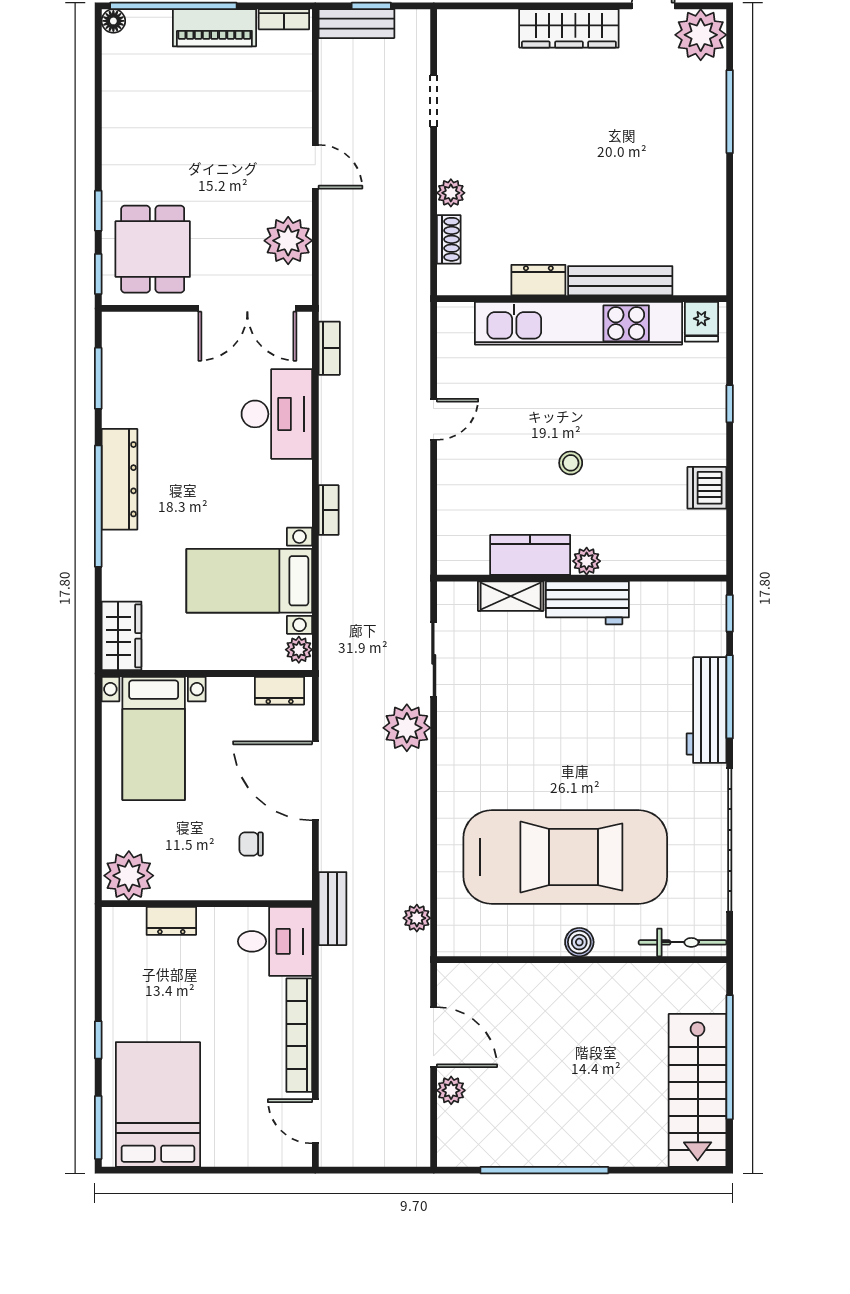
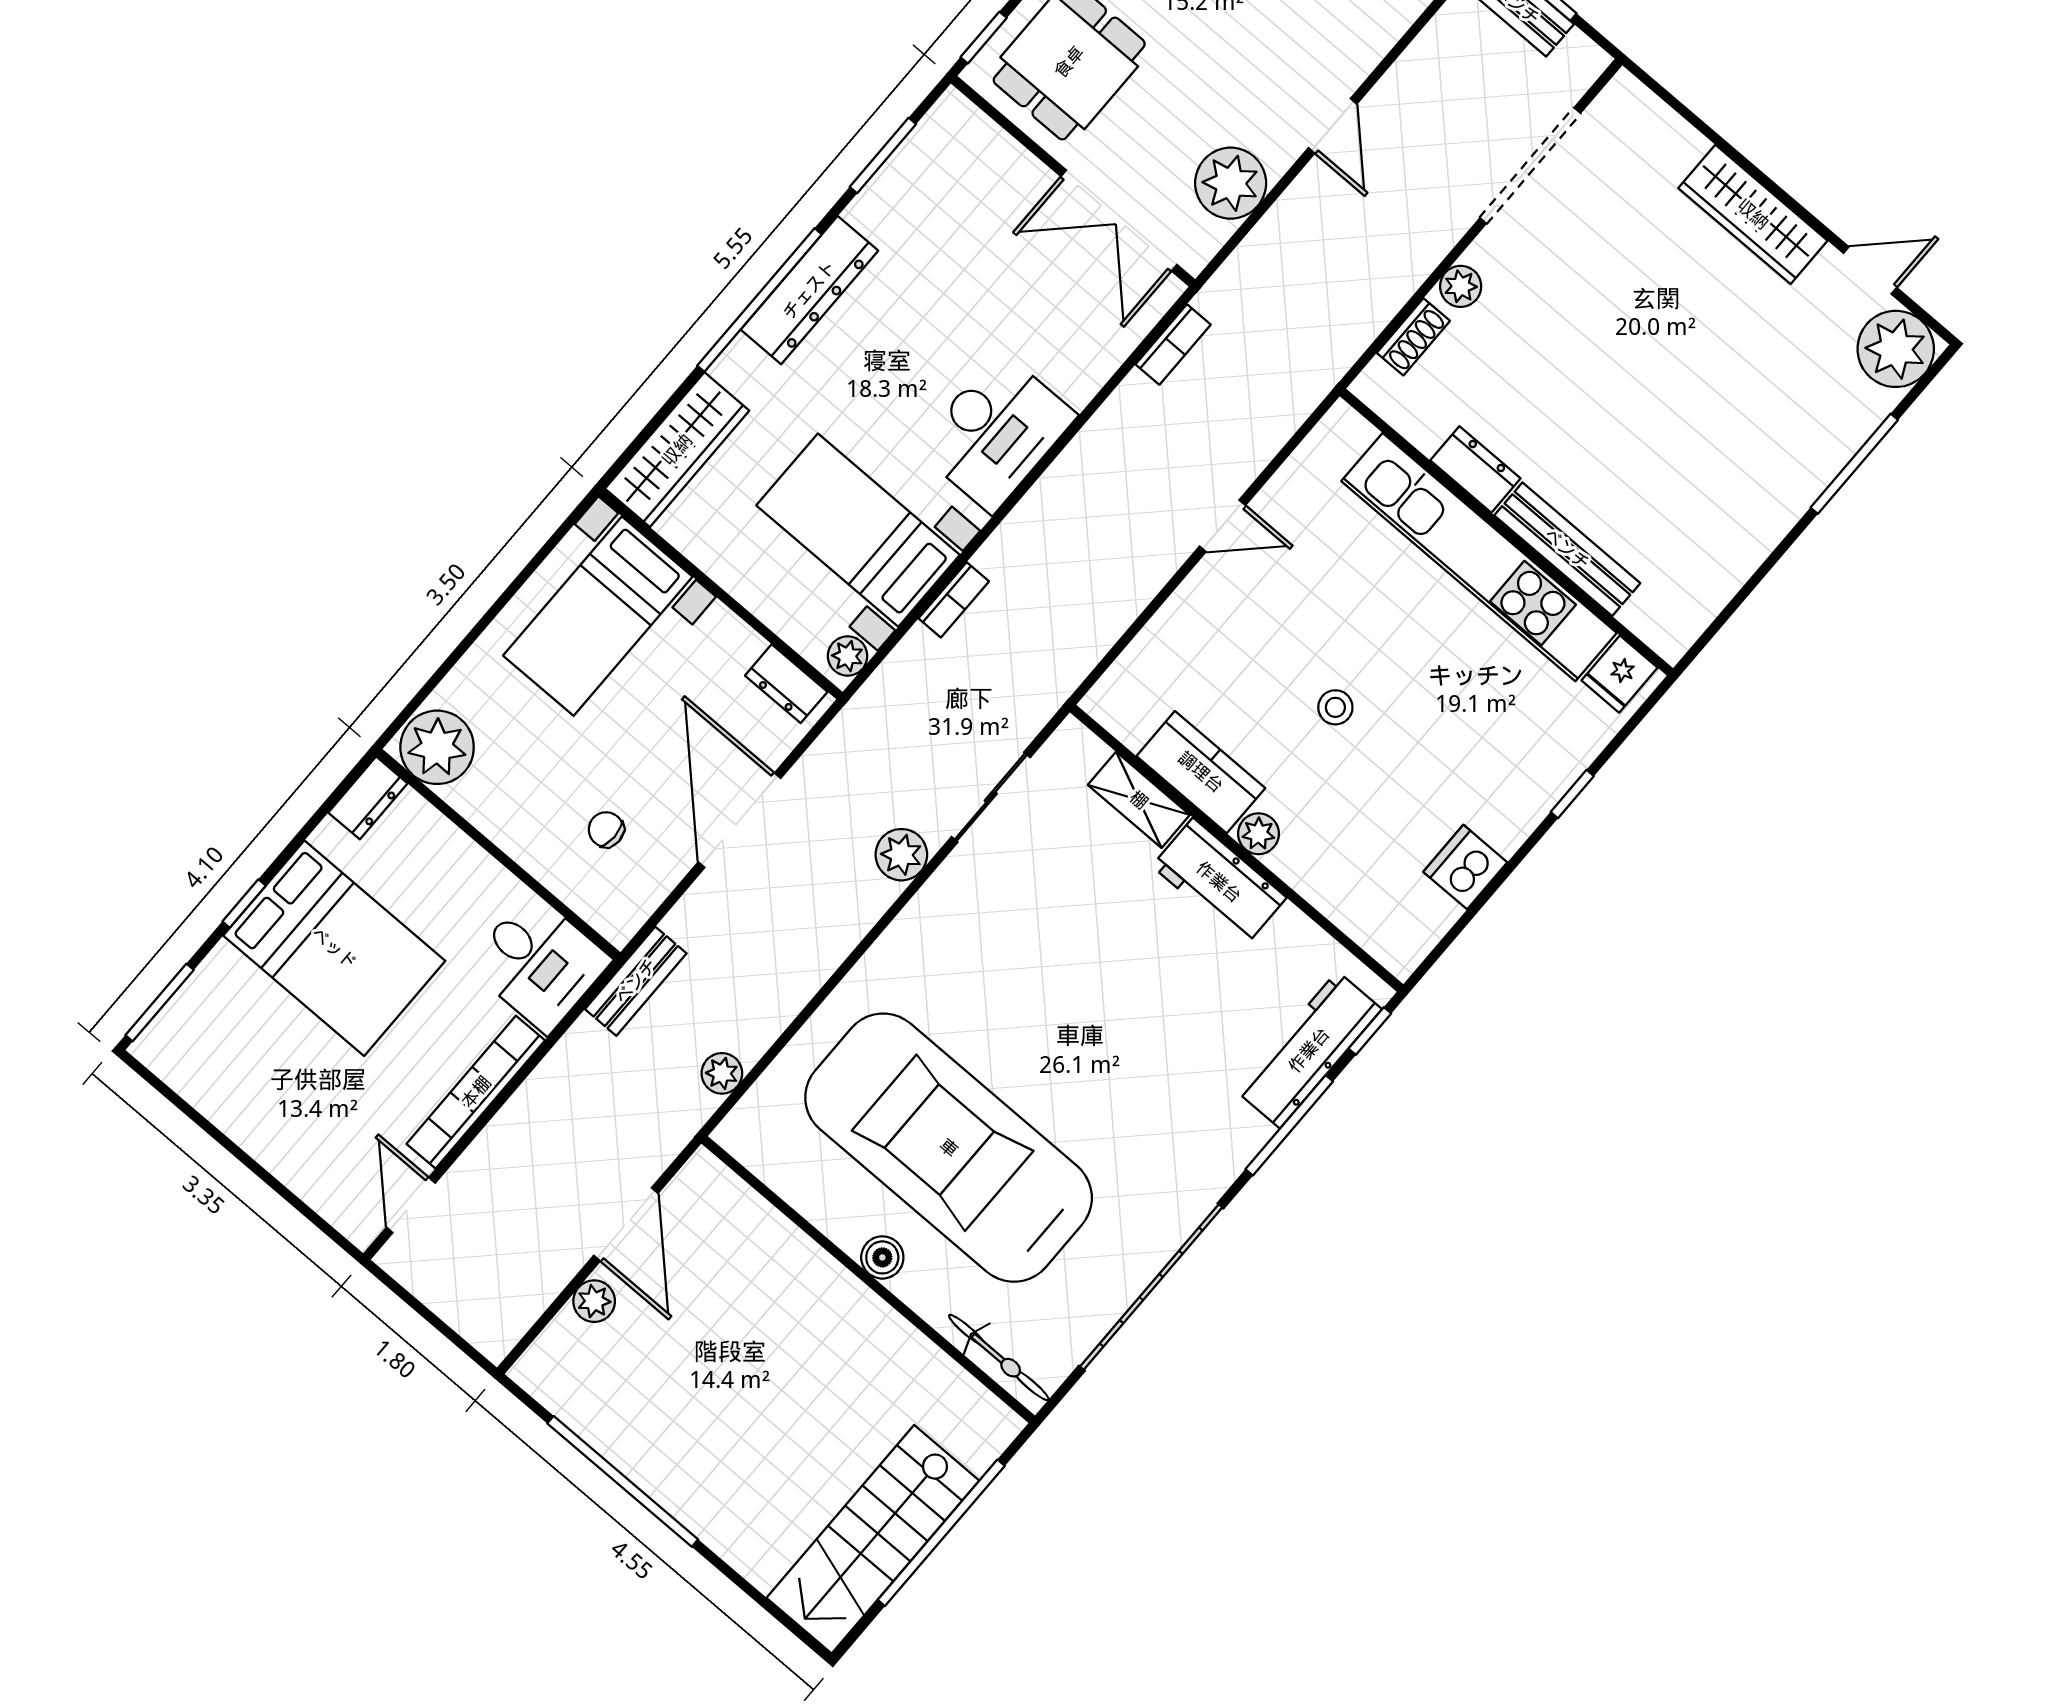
doorway: (434, 101) -> (1530, 166), width x1.88
desk: (277, 414) -> (996, 432), moved
bookcase: (329, 510) -> (954, 600), moved
wardrobe: (121, 636) -> (677, 450), width x1.50
workbench: (707, 710) -> (1309, 1050), moved
plant: (407, 728) -> (901, 855), width x0.73, depth x0.73
car: (565, 857) -> (949, 1148), turned 180
dresser: (171, 921) -> (368, 798), moved, turned -90
bed: (158, 1104) -> (334, 948), moved, turned 90

